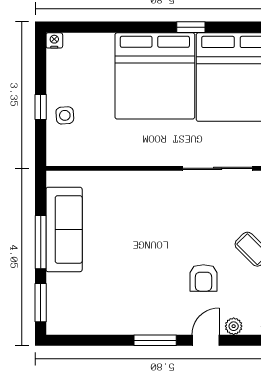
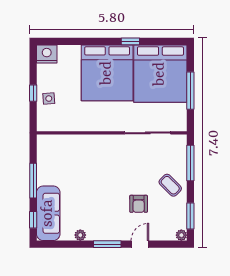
nightstand: (54, 40) -> (47, 54), width x1.89, depth x1.79
sofa: (64, 229) -> (48, 213), moved
window: (41, 303) -> (33, 220), width x0.67
plant: (234, 326) -> (80, 235), moved

